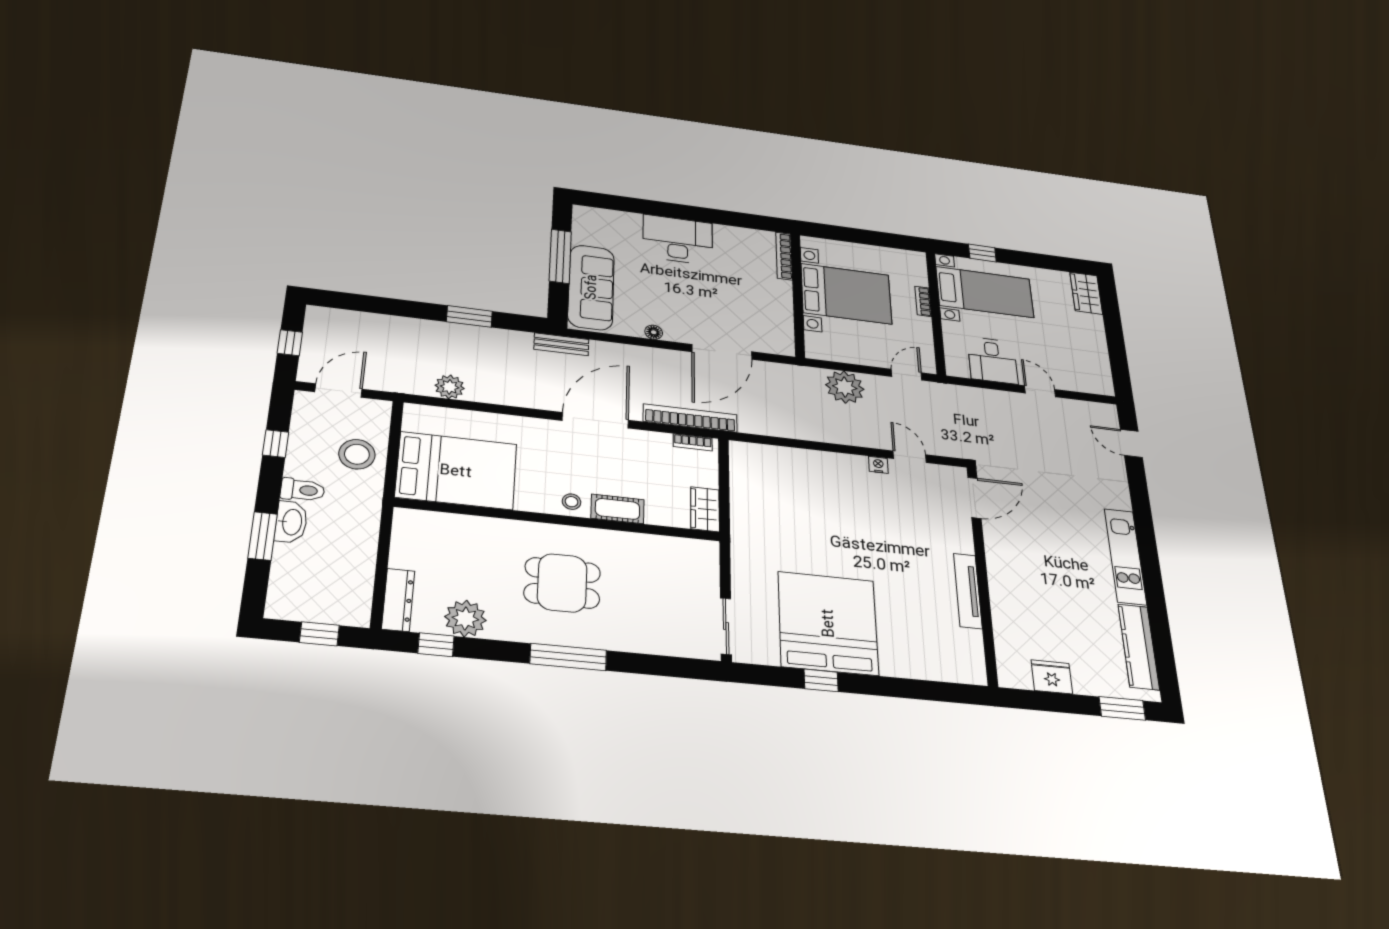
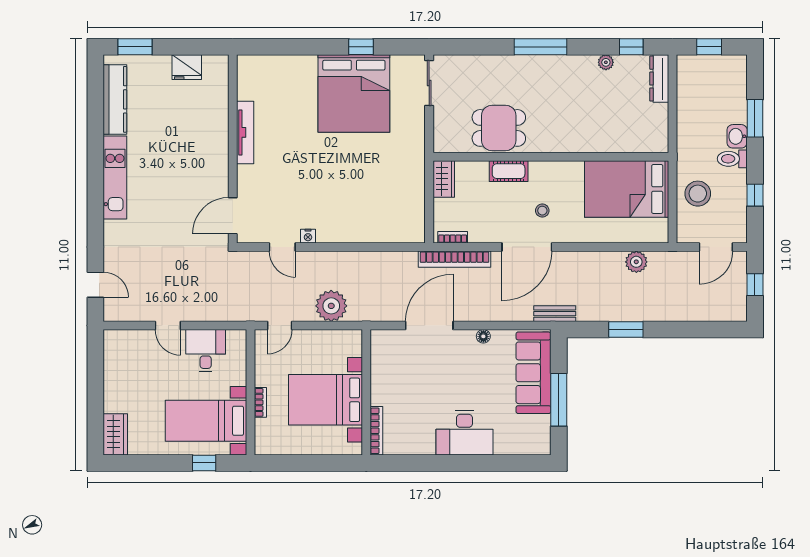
stool: (571, 502) -> (542, 211), moved
washbasin: (291, 522) -> (737, 136), width x0.72
dining table: (562, 583) -> (499, 128), moved
plant: (465, 618) -> (606, 62), width x0.53, depth x0.53

